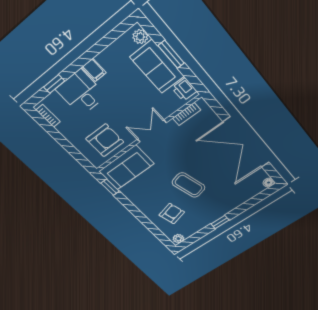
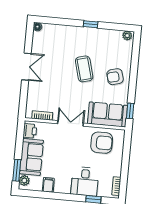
window: (171, 54) -> (17, 170), moved
filing cabinet: (94, 70) -> (48, 185), moved
double door: (152, 131) -> (71, 123), swing flipped
armchair: (105, 140) -> (102, 143), turned 180
double door: (246, 142) -> (26, 67), width x0.54
armchair: (172, 214) -> (115, 77), moved

